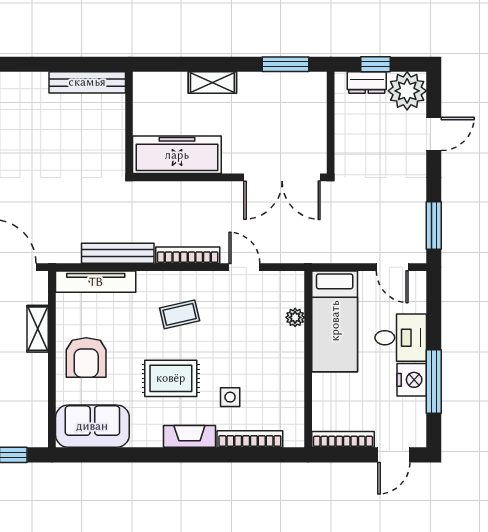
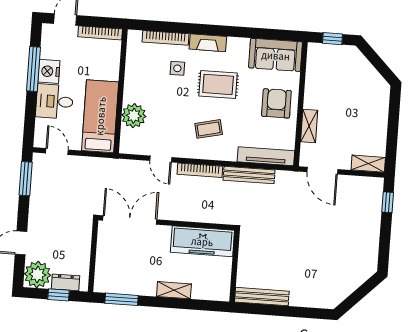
plant: (295, 317) -> (134, 116), width x1.87, depth x1.87

